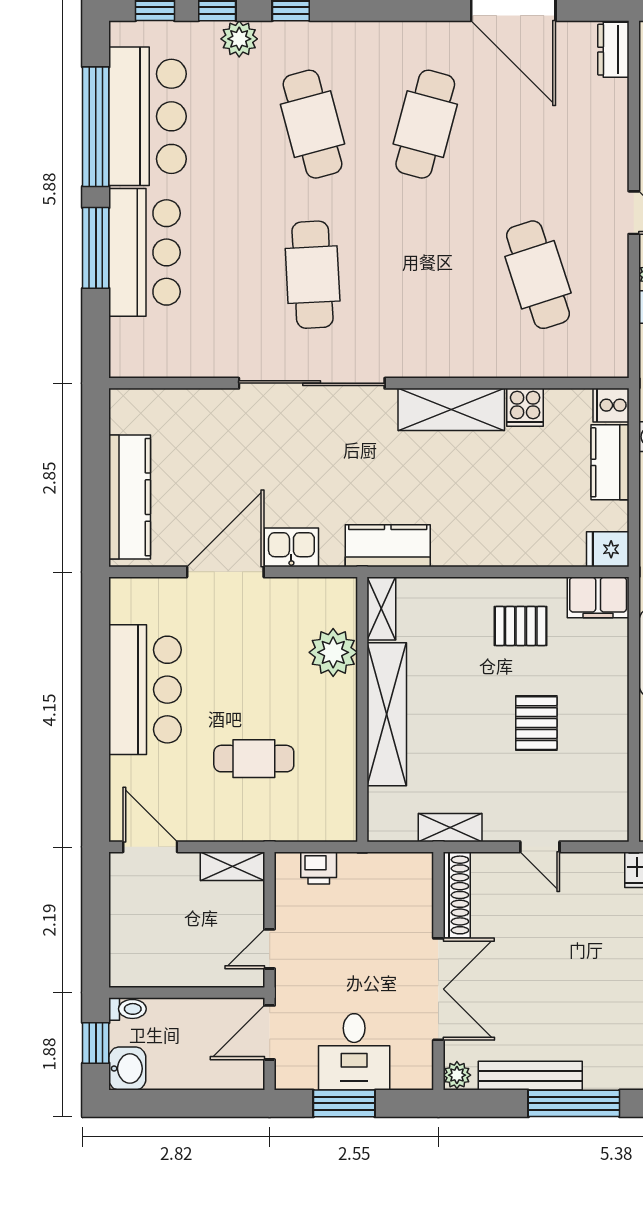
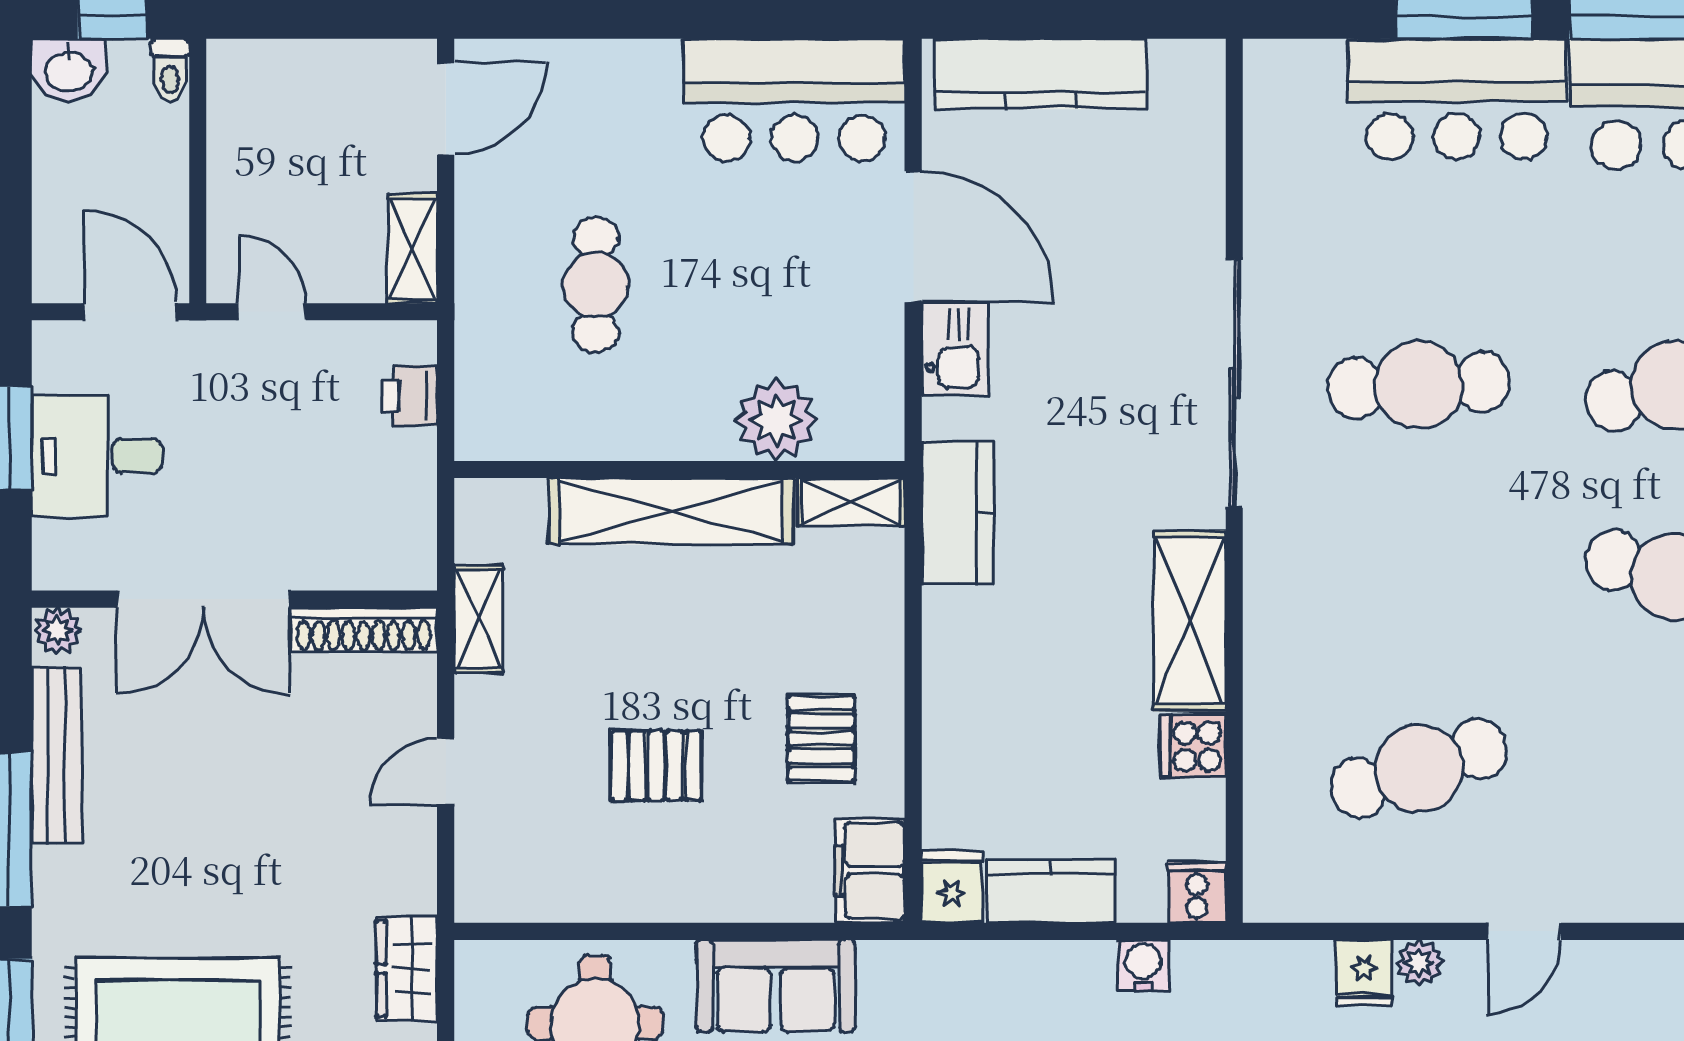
kitchen counter: (610, 462) -> (1050, 891), moved
bar counter: (145, 690) -> (794, 100), moved

